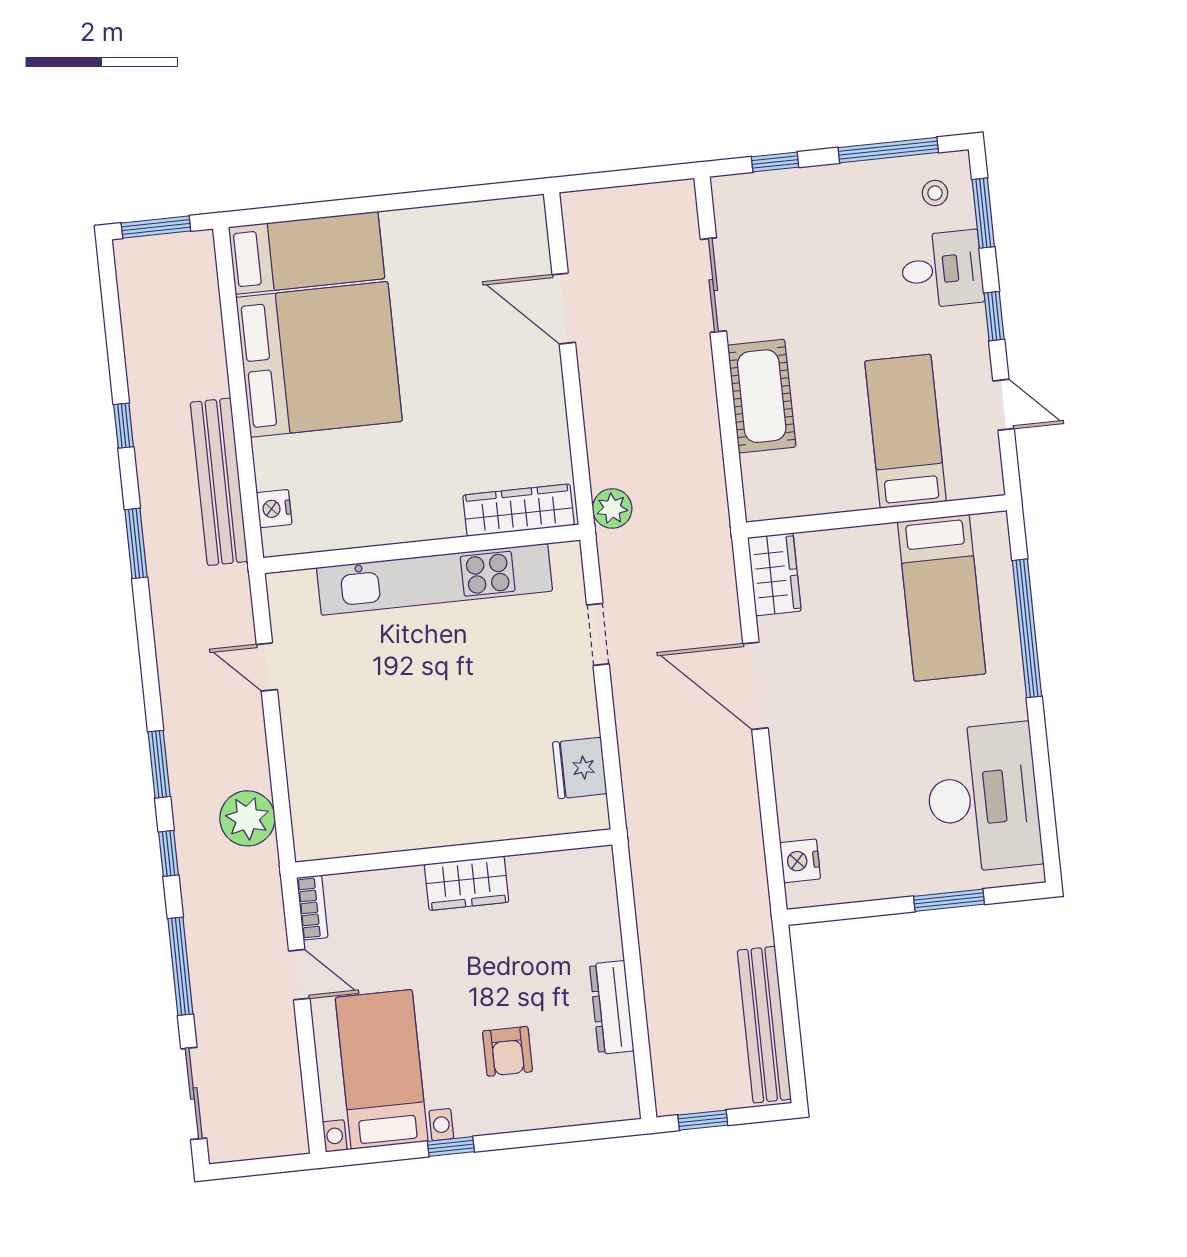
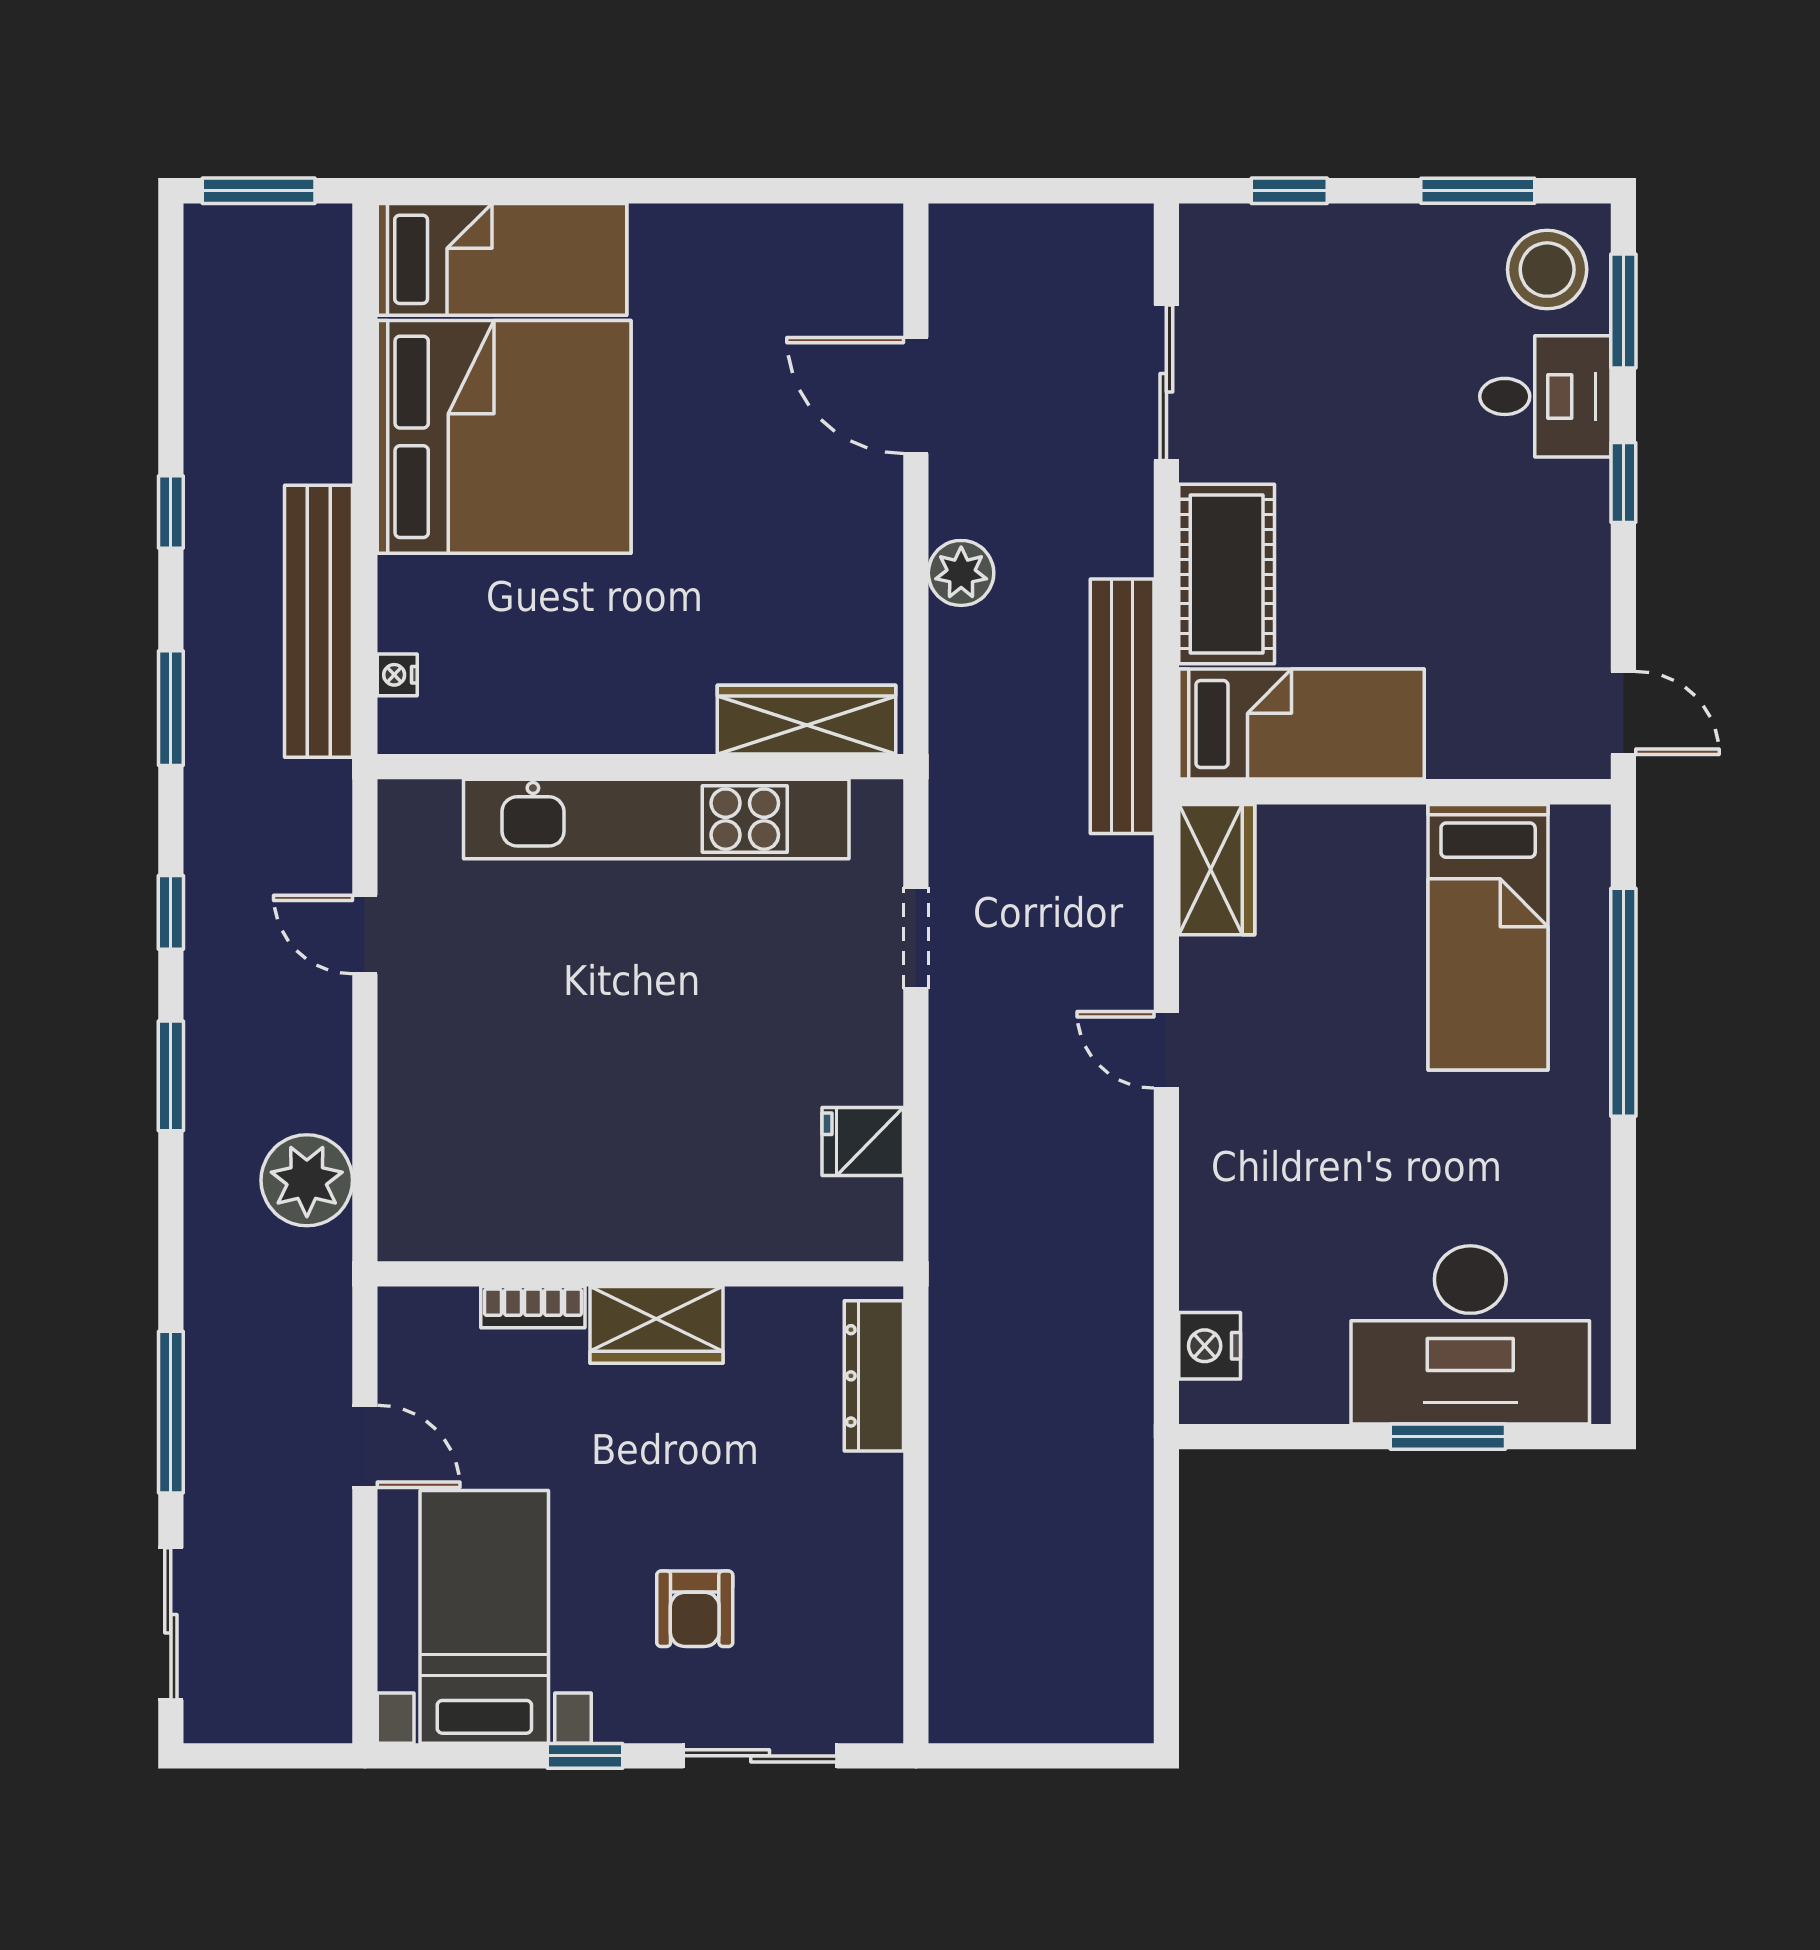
window: (888, 150) -> (1478, 191), width x0.69
stool: (935, 193) -> (1547, 270), width x1.89, depth x1.89
door: (1003, 405) -> (1623, 713), moved
bed: (905, 431) -> (1301, 724), moved, turned 90
nightstand: (274, 509) -> (397, 675), width x0.72, depth x0.74
plant: (612, 509) -> (961, 573), moved
door: (755, 686) -> (1166, 1050), width x0.53
fridge: (580, 768) -> (863, 1142), width x0.72
desk: (983, 798) -> (1470, 1335), moved, turned 90
window: (169, 853) -> (171, 912), moved
bookcase: (312, 908) -> (533, 1307), moved, turned 90
dresser: (612, 1007) -> (874, 1376), moved
bench: (764, 1025) -> (1122, 706), moved
window: (703, 1120) -> (1004, 1756), removed
sliding door: (556, 1136) -> (760, 1756), added

